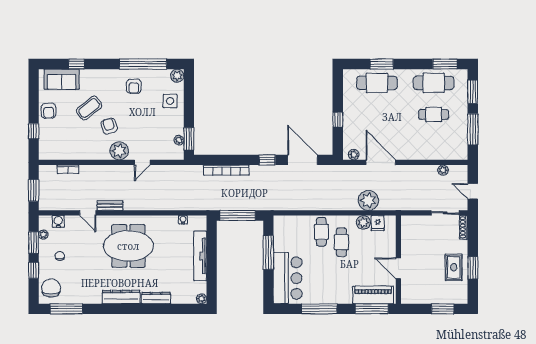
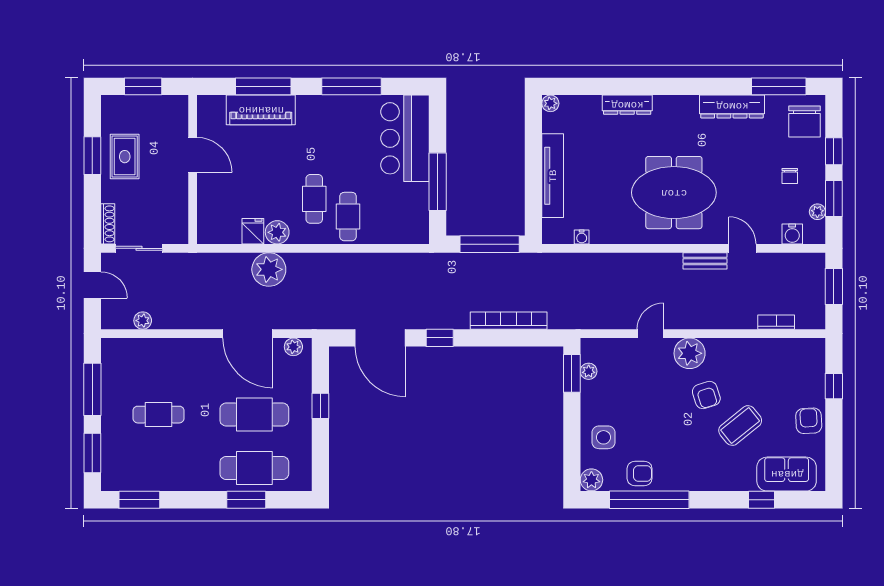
cafe table: (434, 83) -> (254, 415), moved
armchair: (134, 86) -> (640, 473), moved, turned 90
wall: (398, 260) -> (193, 170), moved
door: (398, 268) -> (193, 155), moved
dresser: (121, 297) -> (732, 106), moved

